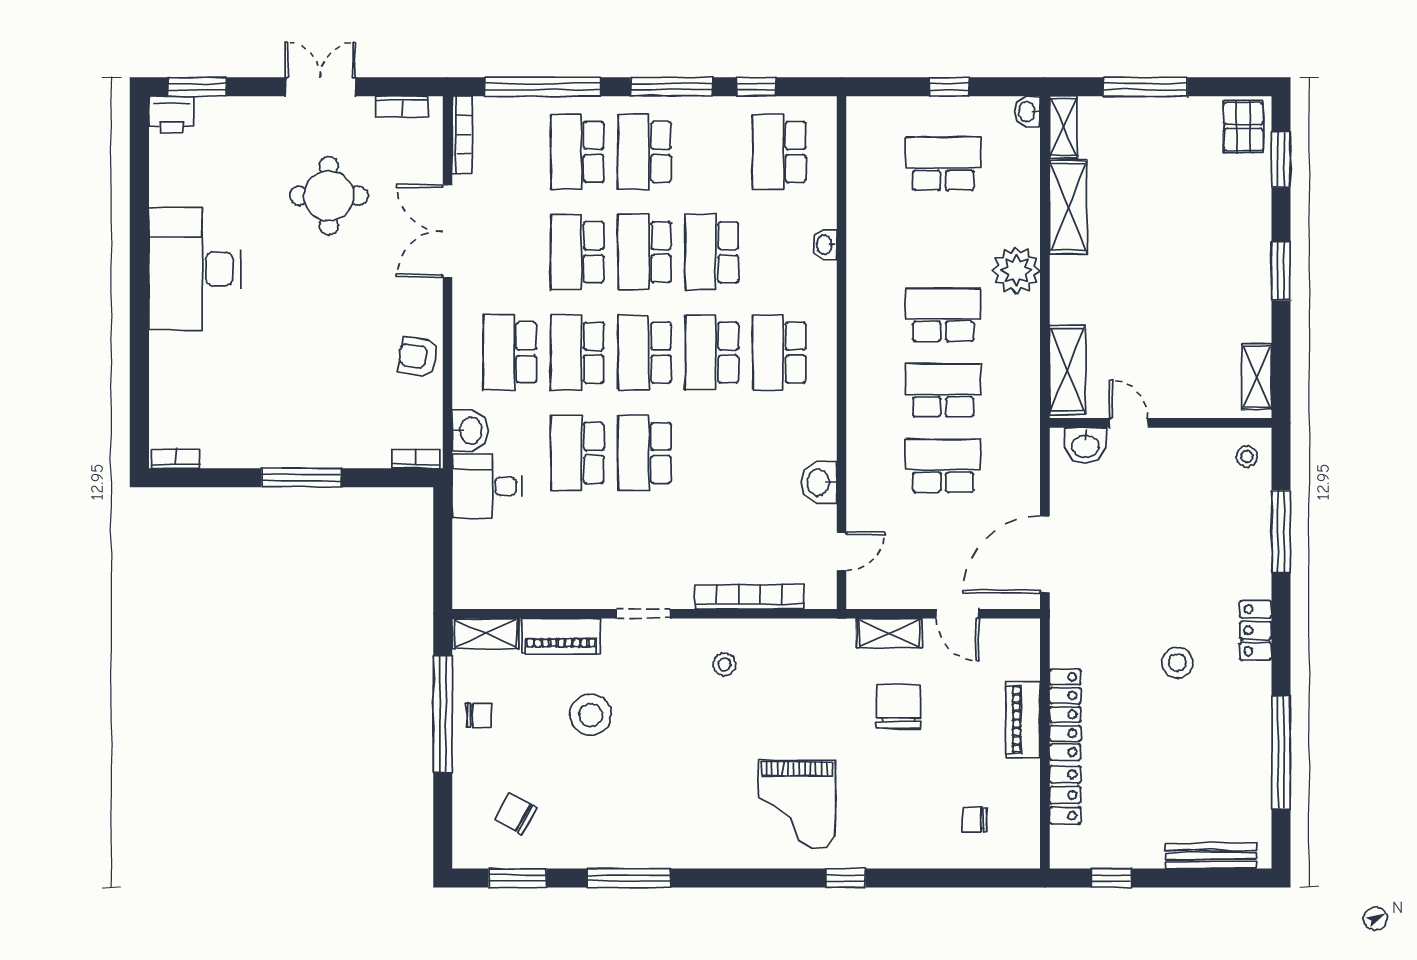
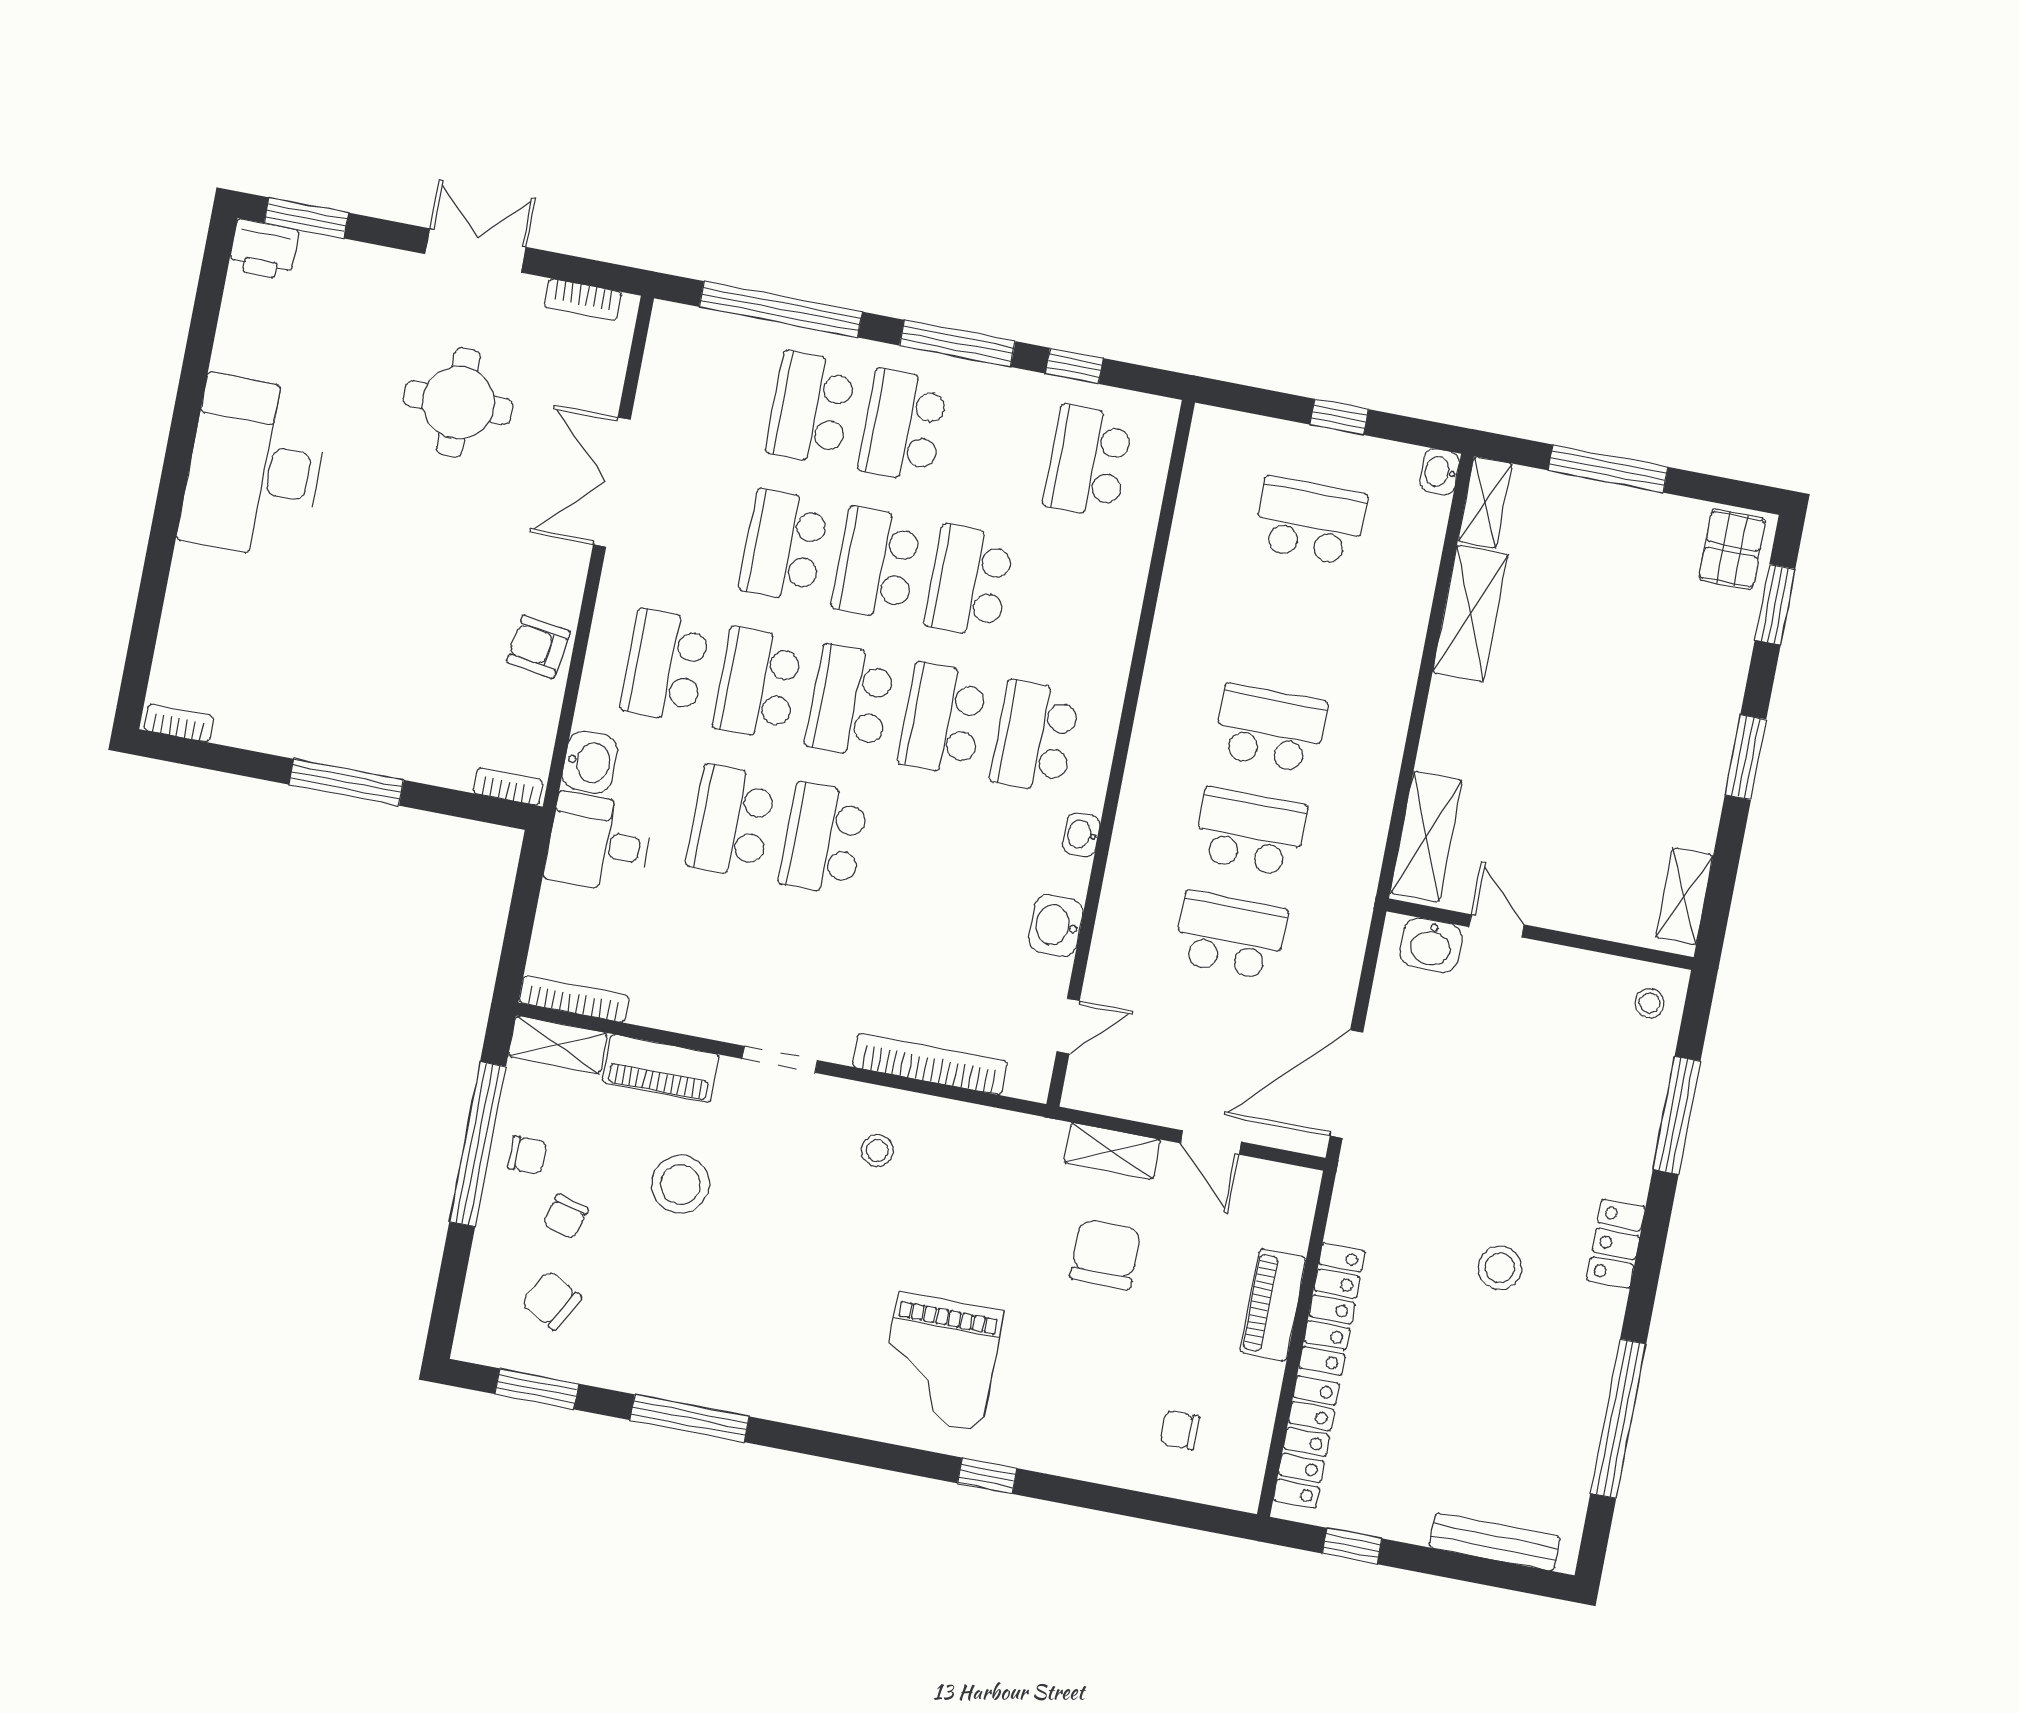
bookcase: (462, 135) -> (574, 999), moved, turned -90
washbasin: (825, 245) -> (1081, 835), moved
plant: (1016, 270) -> (1382, 687), removed
chair: (514, 753) -> (565, 1217), added
locker: (1065, 795) -> (1306, 1442), width x1.53

